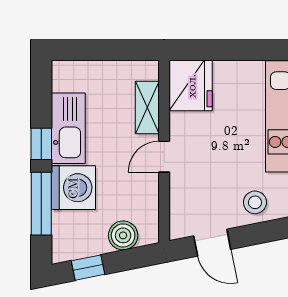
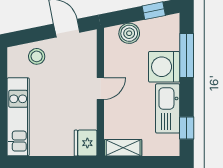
fridge: (191, 86) -> (86, 143), width x0.73, depth x0.75
shelving: (147, 108) -> (123, 148), moved, turned 90
window: (41, 144) -> (187, 128), moved

